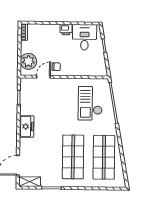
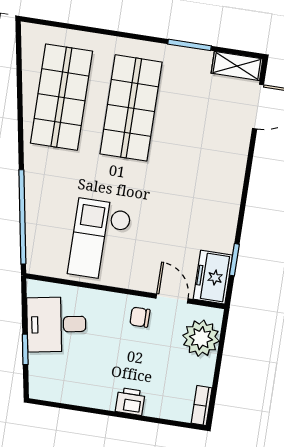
printer: (66, 30) -> (130, 401), moved
desk: (84, 37) -> (56, 324), moved, turned 80
door: (43, 77) -> (172, 298), swing flipped
checkout: (90, 103) -> (100, 240), moved, turned 180
freezer: (27, 126) -> (213, 277), moved

